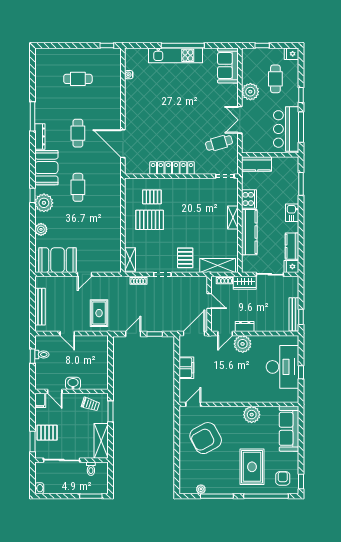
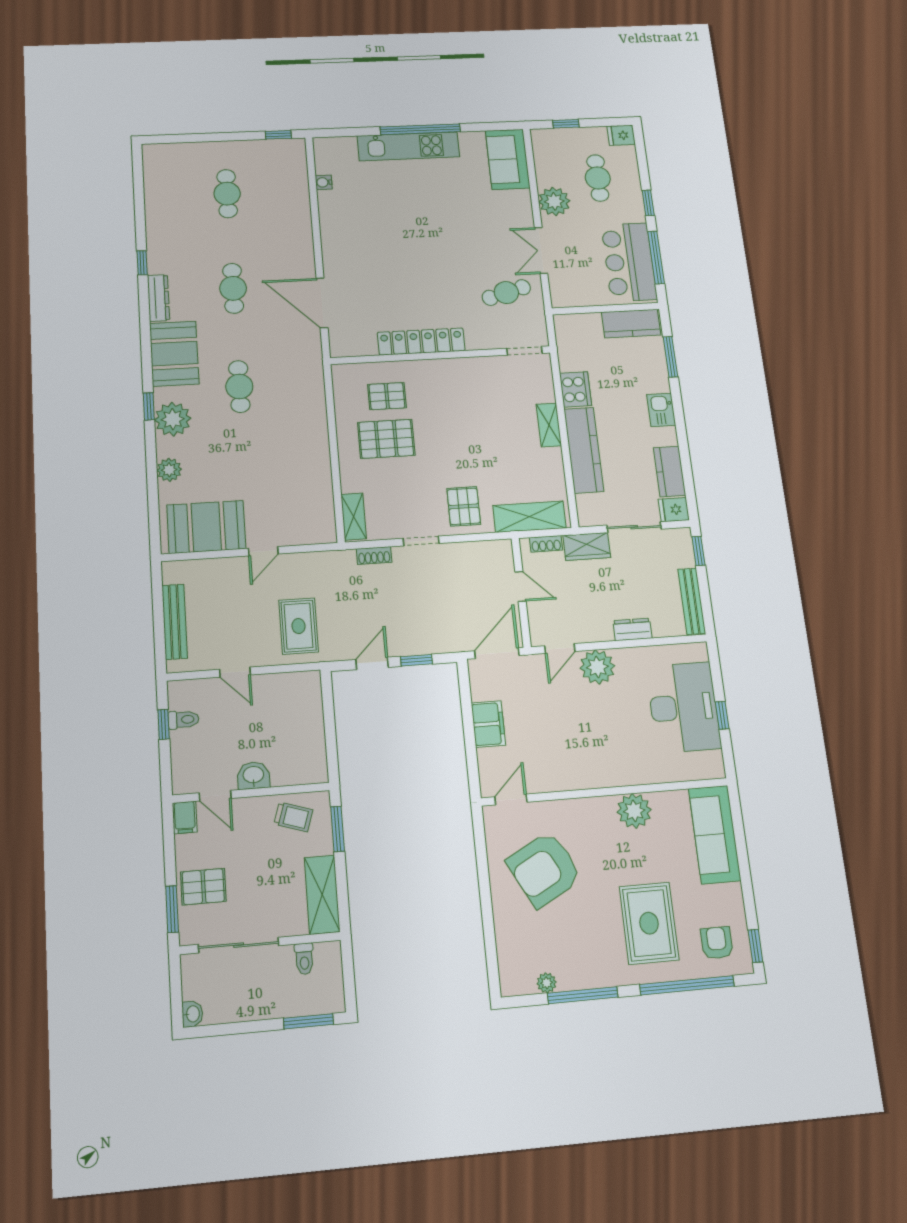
cafe table: (78, 79) -> (227, 194), turned 90
window: (32, 116) -> (142, 263), width x0.46
kitchen counter: (257, 164) -> (631, 324), moved
window: (301, 317) -> (698, 551), moved
dresser: (245, 327) -> (633, 629), moved

